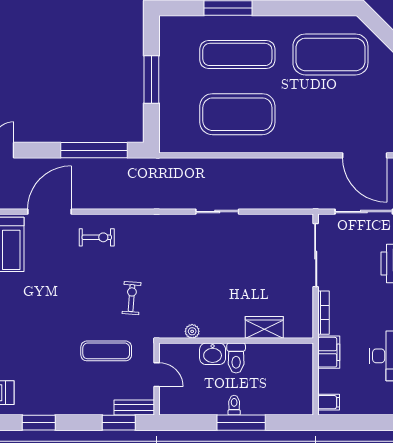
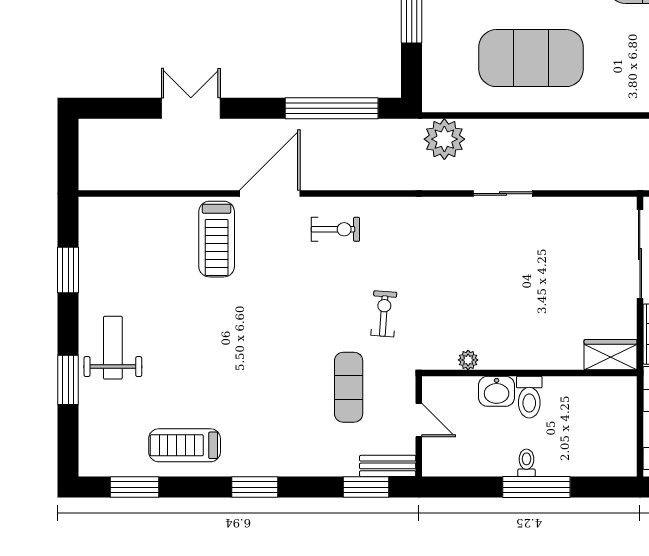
plant: (175, 172) -> (444, 139), added
wardrobe: (264, 327) -> (611, 355), moved
exercise mat: (106, 351) -> (349, 387), turned 90

